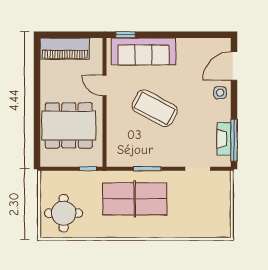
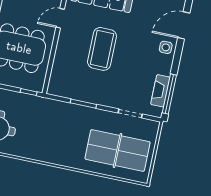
door: (105, 86) -> (60, 18), hinge flipped
coffee table: (155, 108) -> (102, 49), turned 62
table tennis table: (135, 199) -> (118, 150), moved

